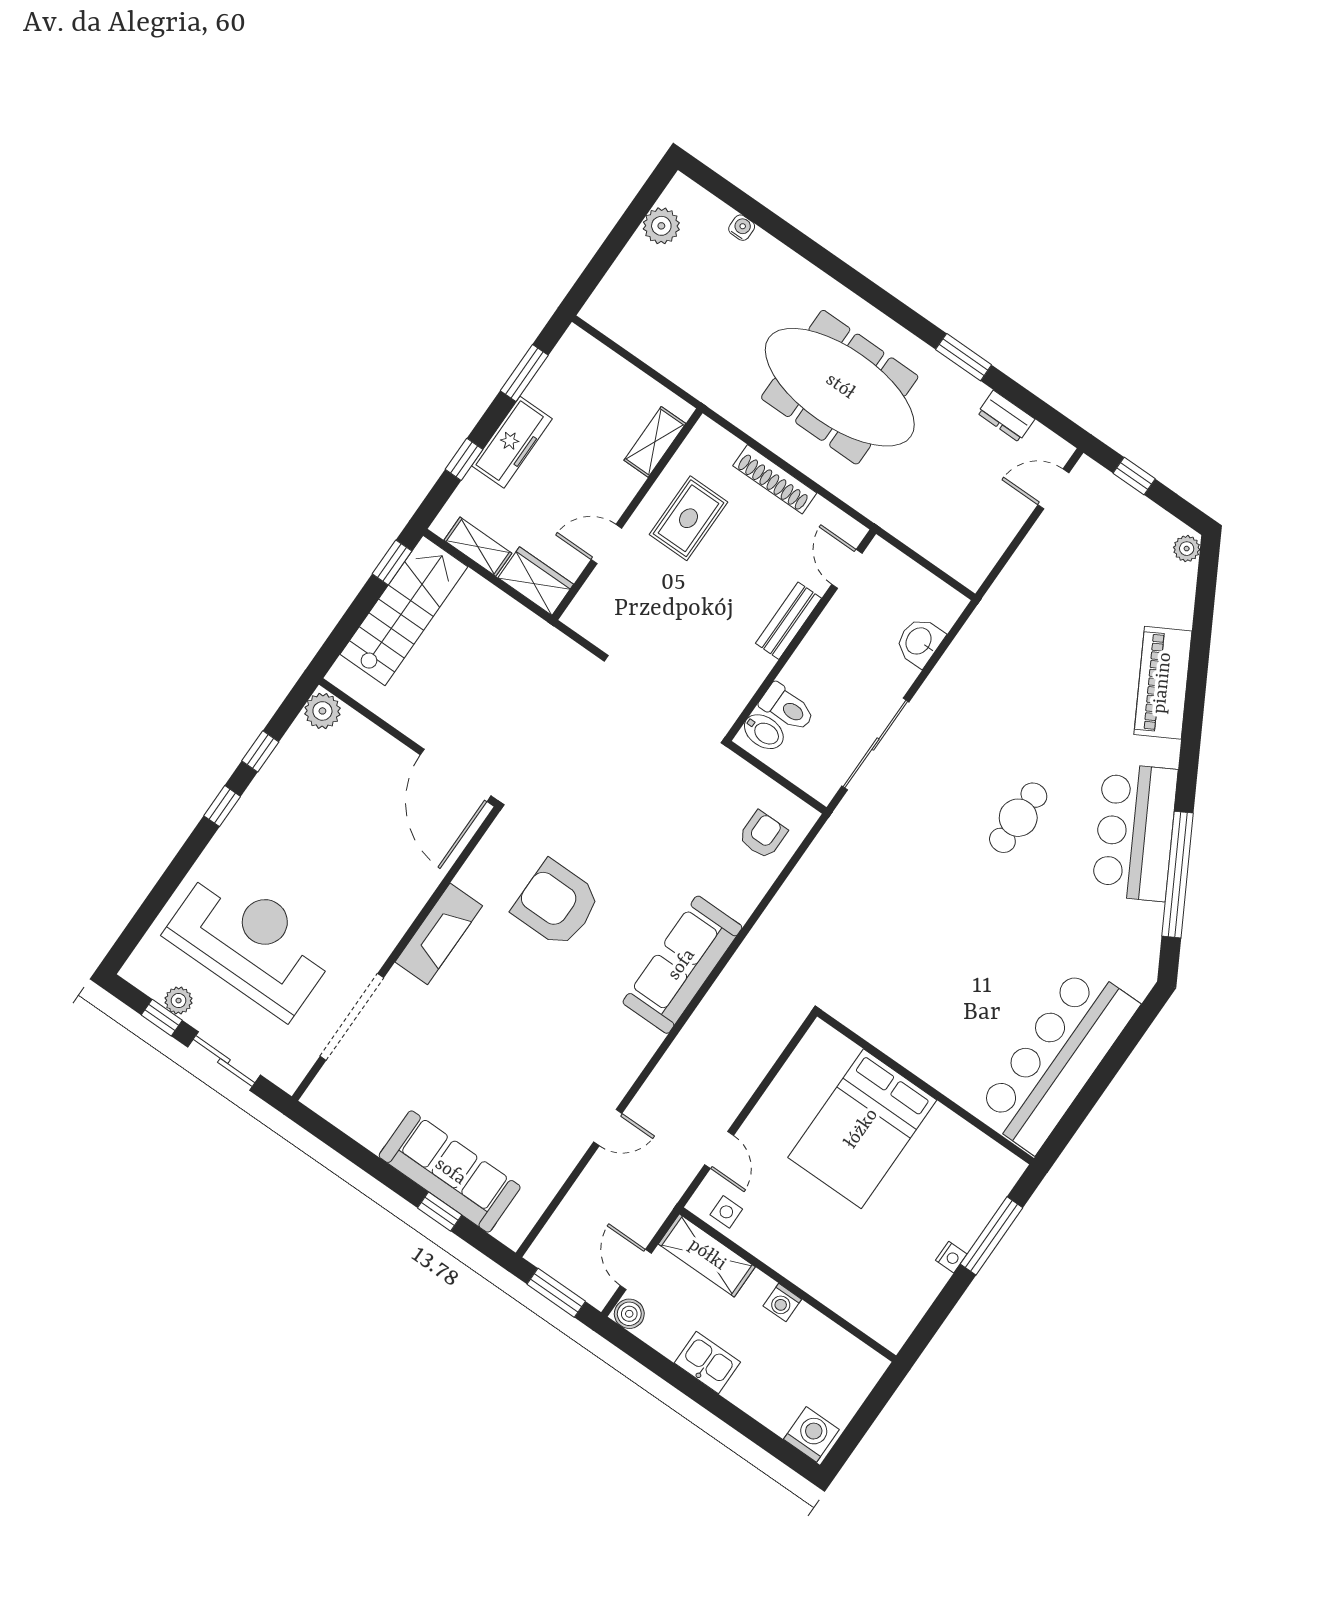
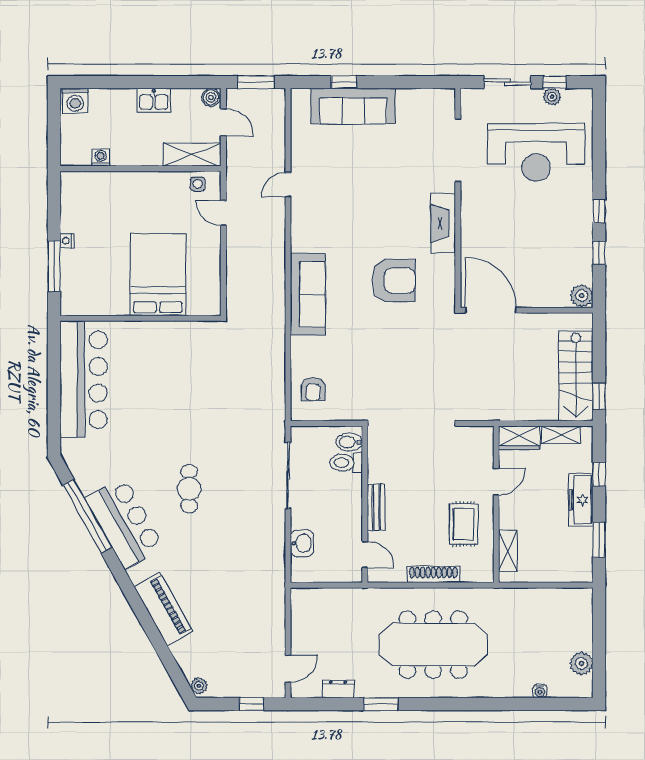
washing machine: (782, 1303) -> (101, 158), moved

